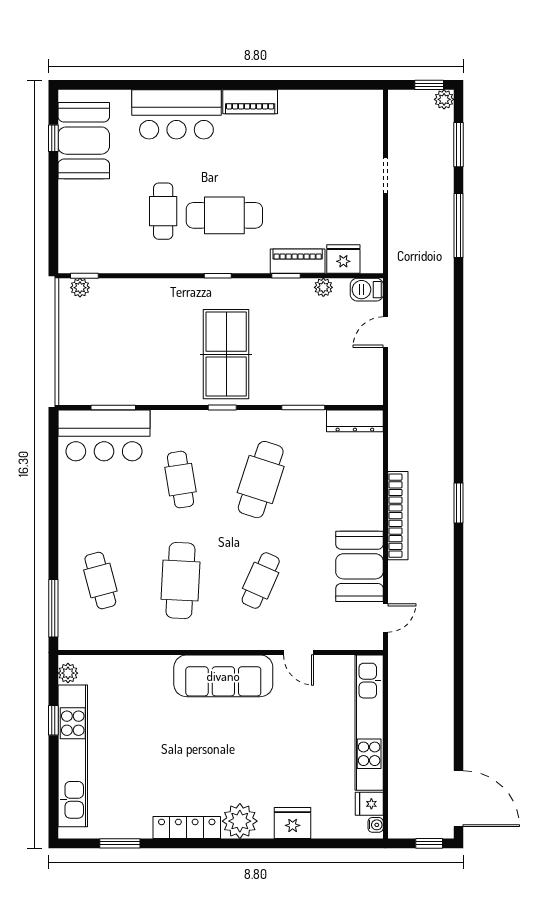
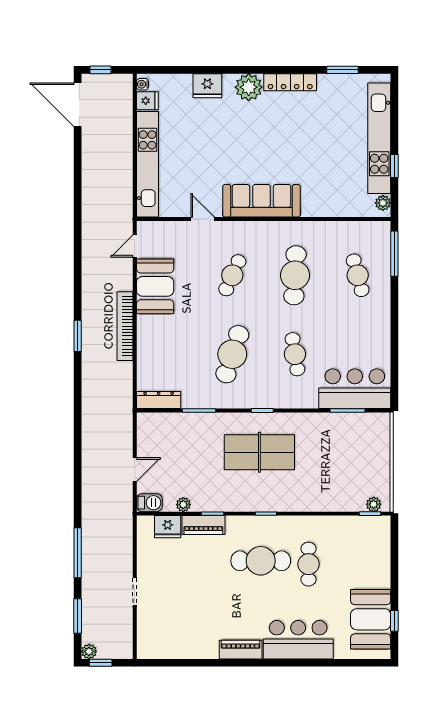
table tennis table: (226, 354) -> (259, 452), turned 90

